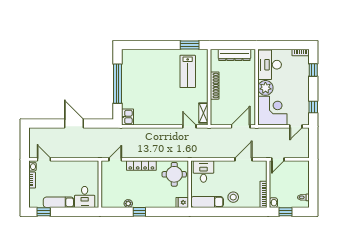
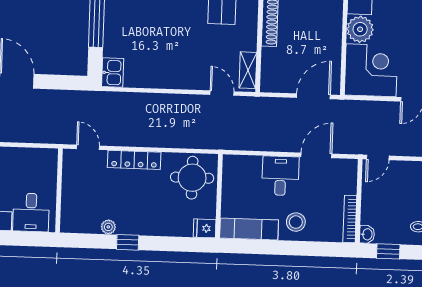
door: (115, 159) -> (88, 147), hinge flipped
desk: (203, 172) -> (280, 176), moved

